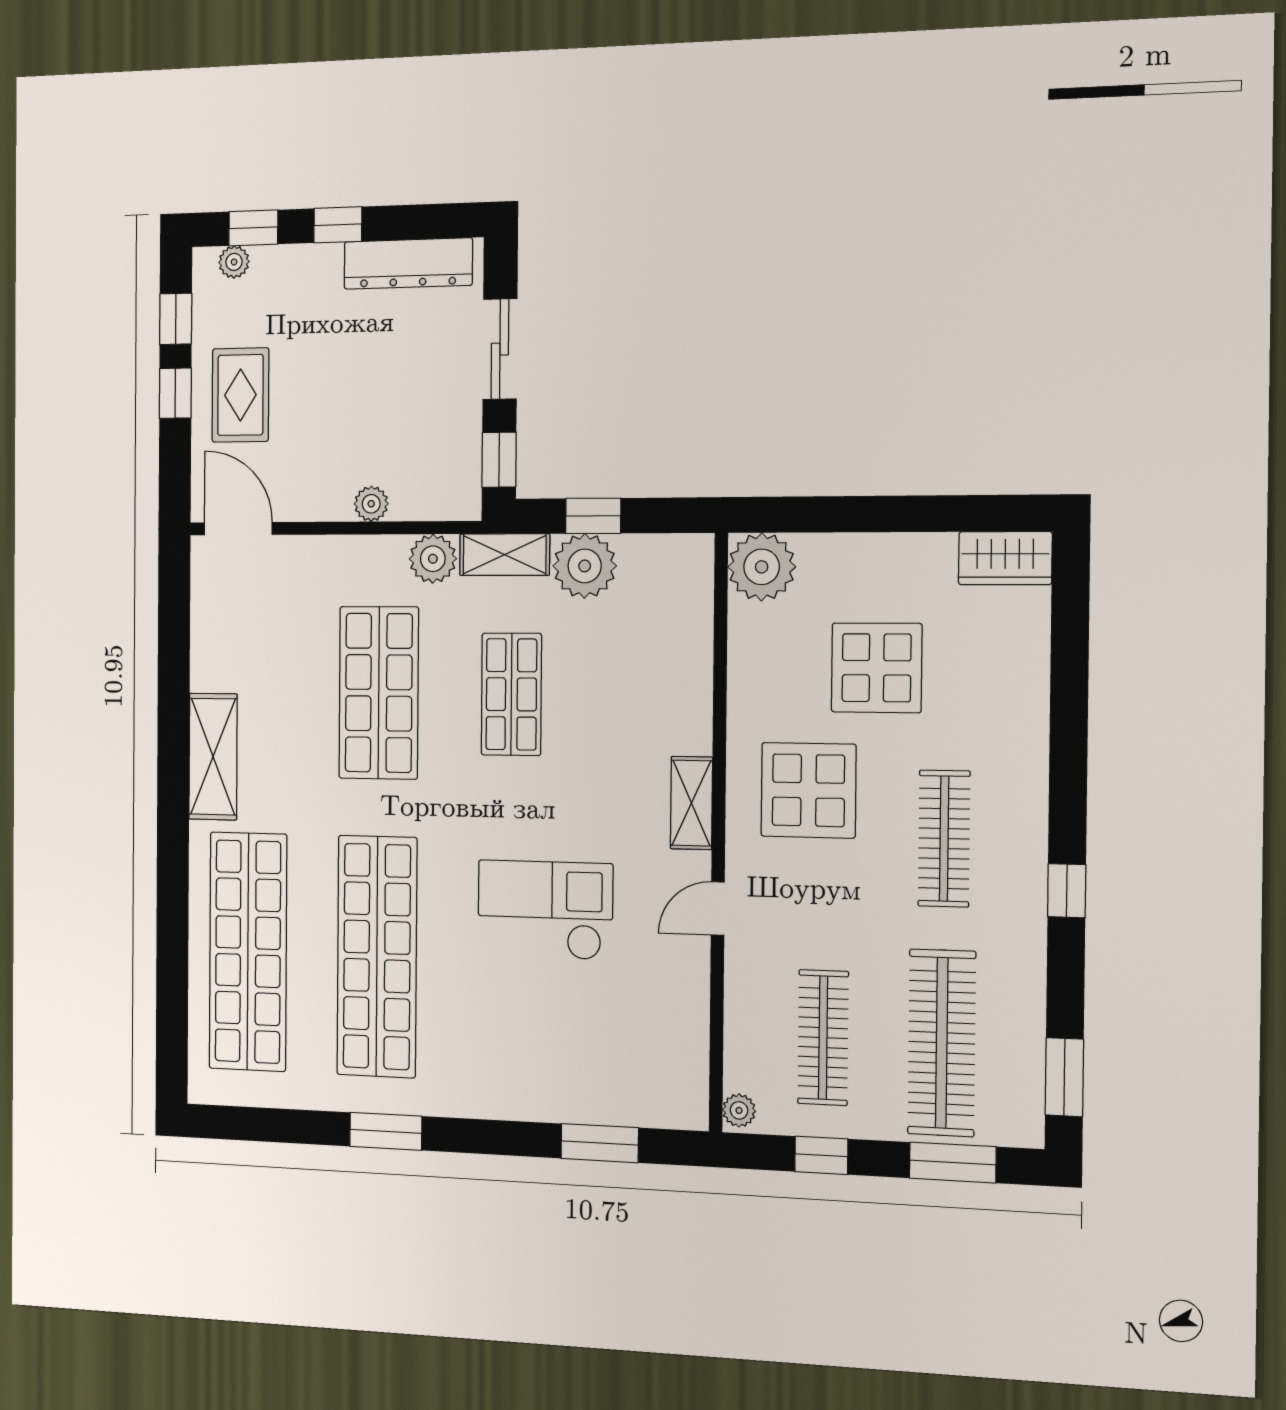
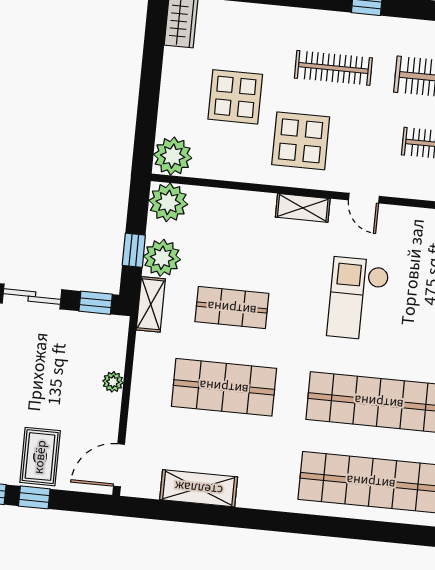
rug: (240, 395) -> (40, 457), turned 90
plant: (433, 559) -> (168, 202), moved, width x1.36, depth x1.36
shelving: (213, 757) -> (199, 488), moved

